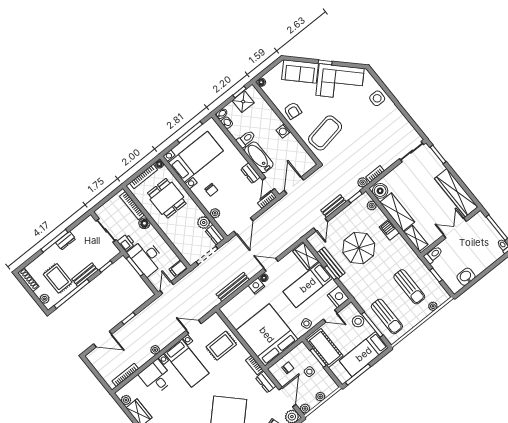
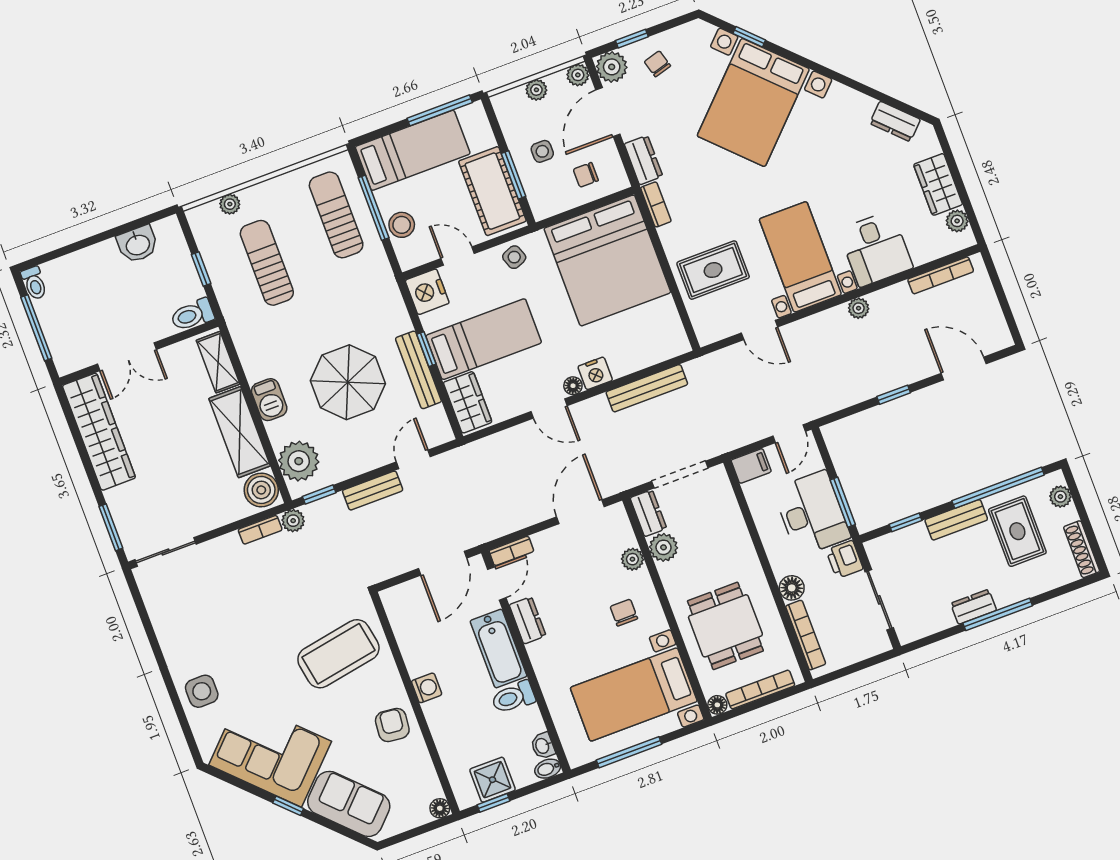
plant: (372, 206) -> (299, 461), width x1.88, depth x1.88

